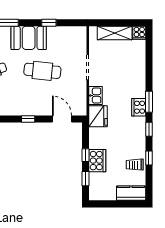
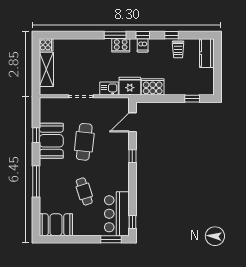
booth: (29, 38) -> (51, 141), moved
dishwasher: (139, 129) -> (143, 45), added
window: (86, 155) -> (169, 99), removed
cooker: (97, 161) -> (153, 87), moved

